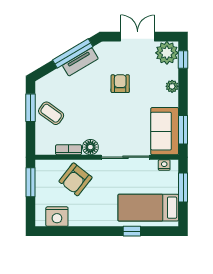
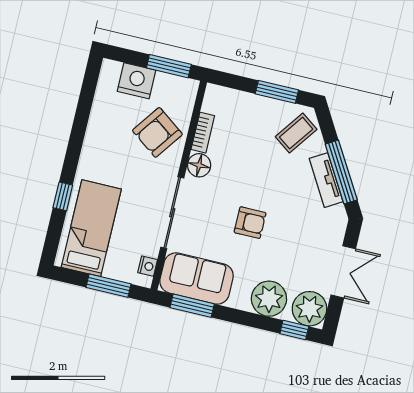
armchair: (120, 84) -> (250, 223), moved
plant: (172, 86) -> (269, 299), width x1.88, depth x1.88
coffee table: (51, 113) -> (296, 133), moved
armchair: (76, 179) -> (157, 132), turned -92
nightstand: (57, 217) -> (137, 81), moved, turned 90

